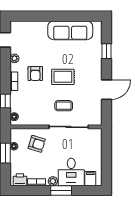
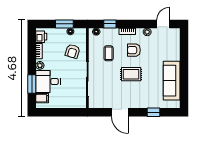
rug: (63, 77) -> (131, 74), turned 90
coffee table: (64, 106) -> (109, 53), moved
window: (61, 190) -> (32, 84), moved

